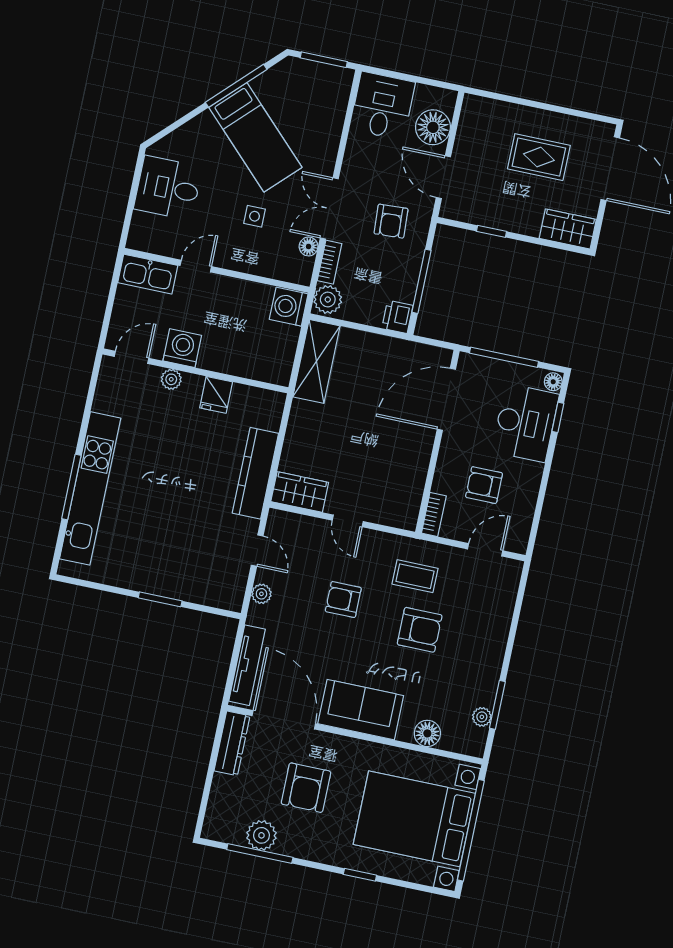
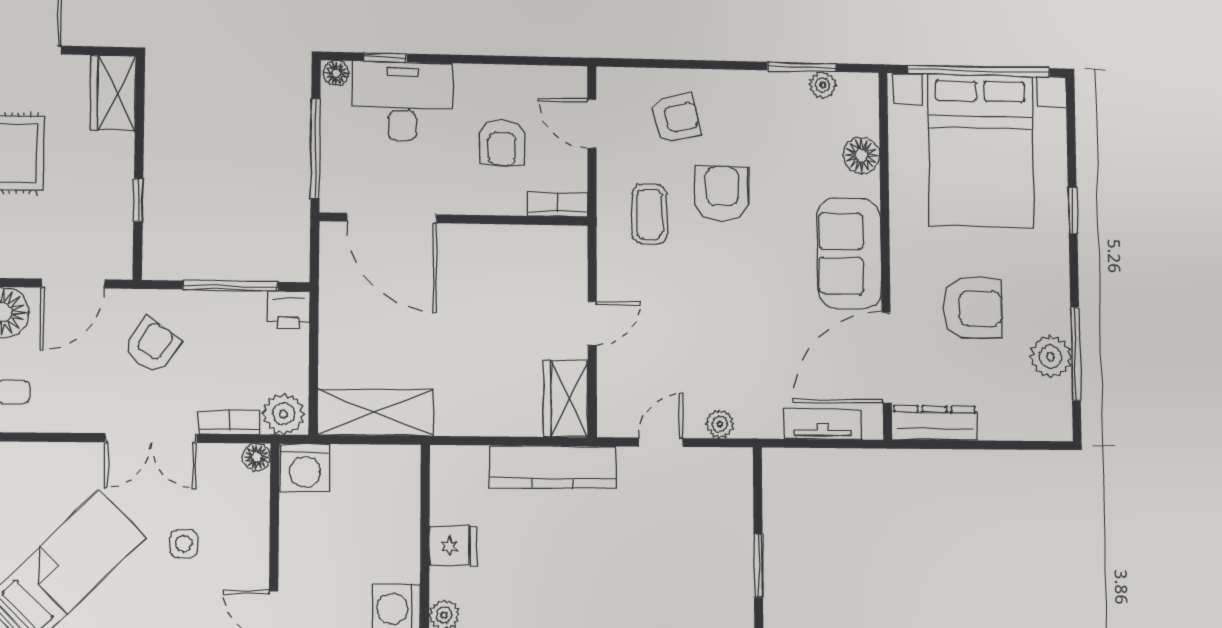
armchair: (391, 221) -> (152, 346), turned -52
floor lamp: (309, 247) -> (257, 457), moved
armchair: (343, 600) -> (676, 118), moved, turned -104
tv unit: (247, 665) -> (823, 424), width x0.71

